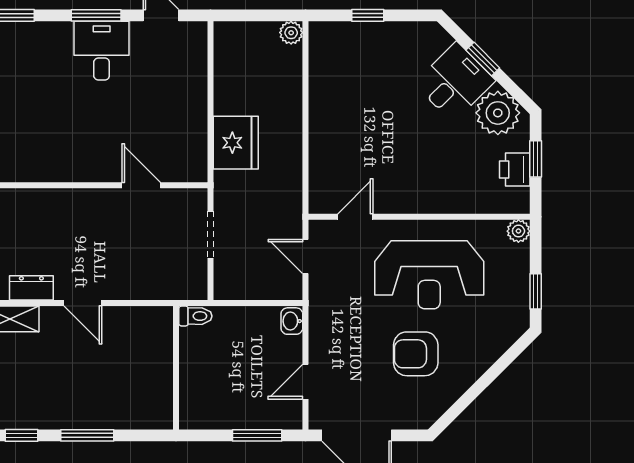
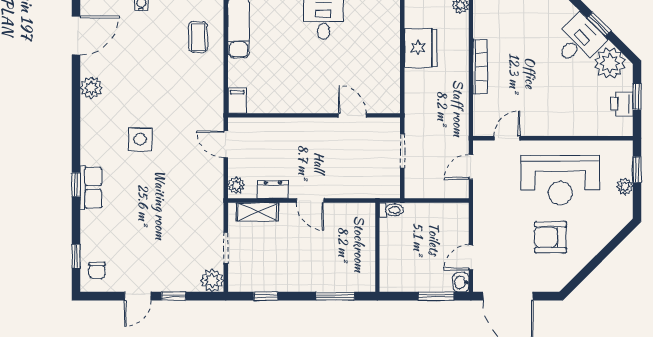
bookcase: (318, 118) -> (480, 67), added
fridge: (236, 143) -> (421, 48), moved
plant: (518, 231) -> (625, 186), moved
door: (305, 257) -> (471, 167), hinge flipped
window: (536, 291) -> (637, 170), moved
washbasin: (292, 321) -> (461, 282), moved
window: (87, 435) -> (335, 296), moved

